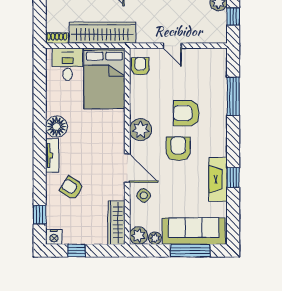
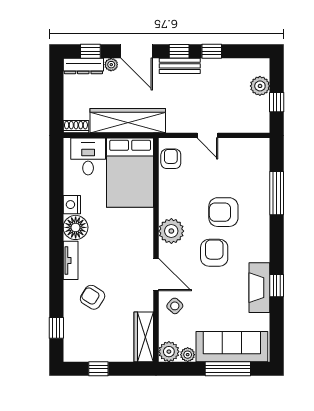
nightstand: (54, 237) -> (72, 205), moved, turned 90

